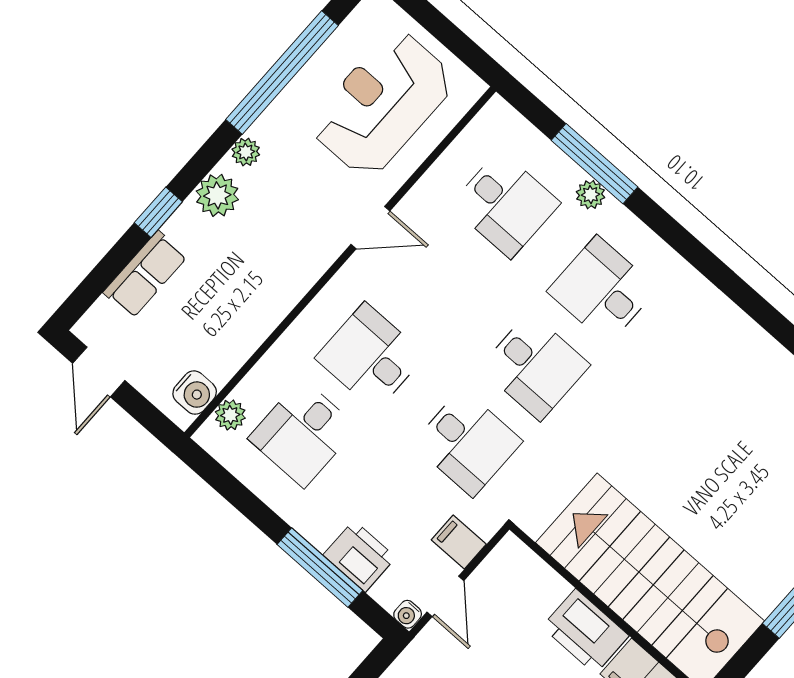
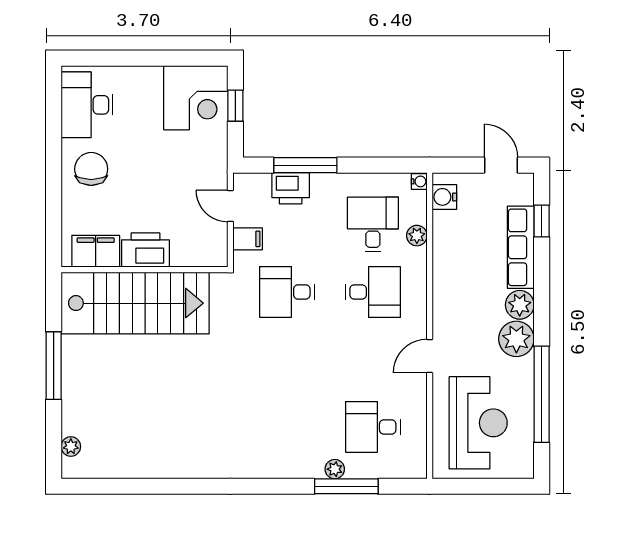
plant: (246, 152) -> (516, 339), width x1.88, depth x1.88
window: (158, 212) -> (542, 221), moved
row of seats: (145, 274) -> (521, 247), width x1.48
desk: (602, 290) -> (287, 427), removed
desk: (535, 366) -> (287, 359), removed
plant: (230, 415) -> (417, 236), moved
water cooler: (408, 614) -> (419, 181), moved, turned 90

